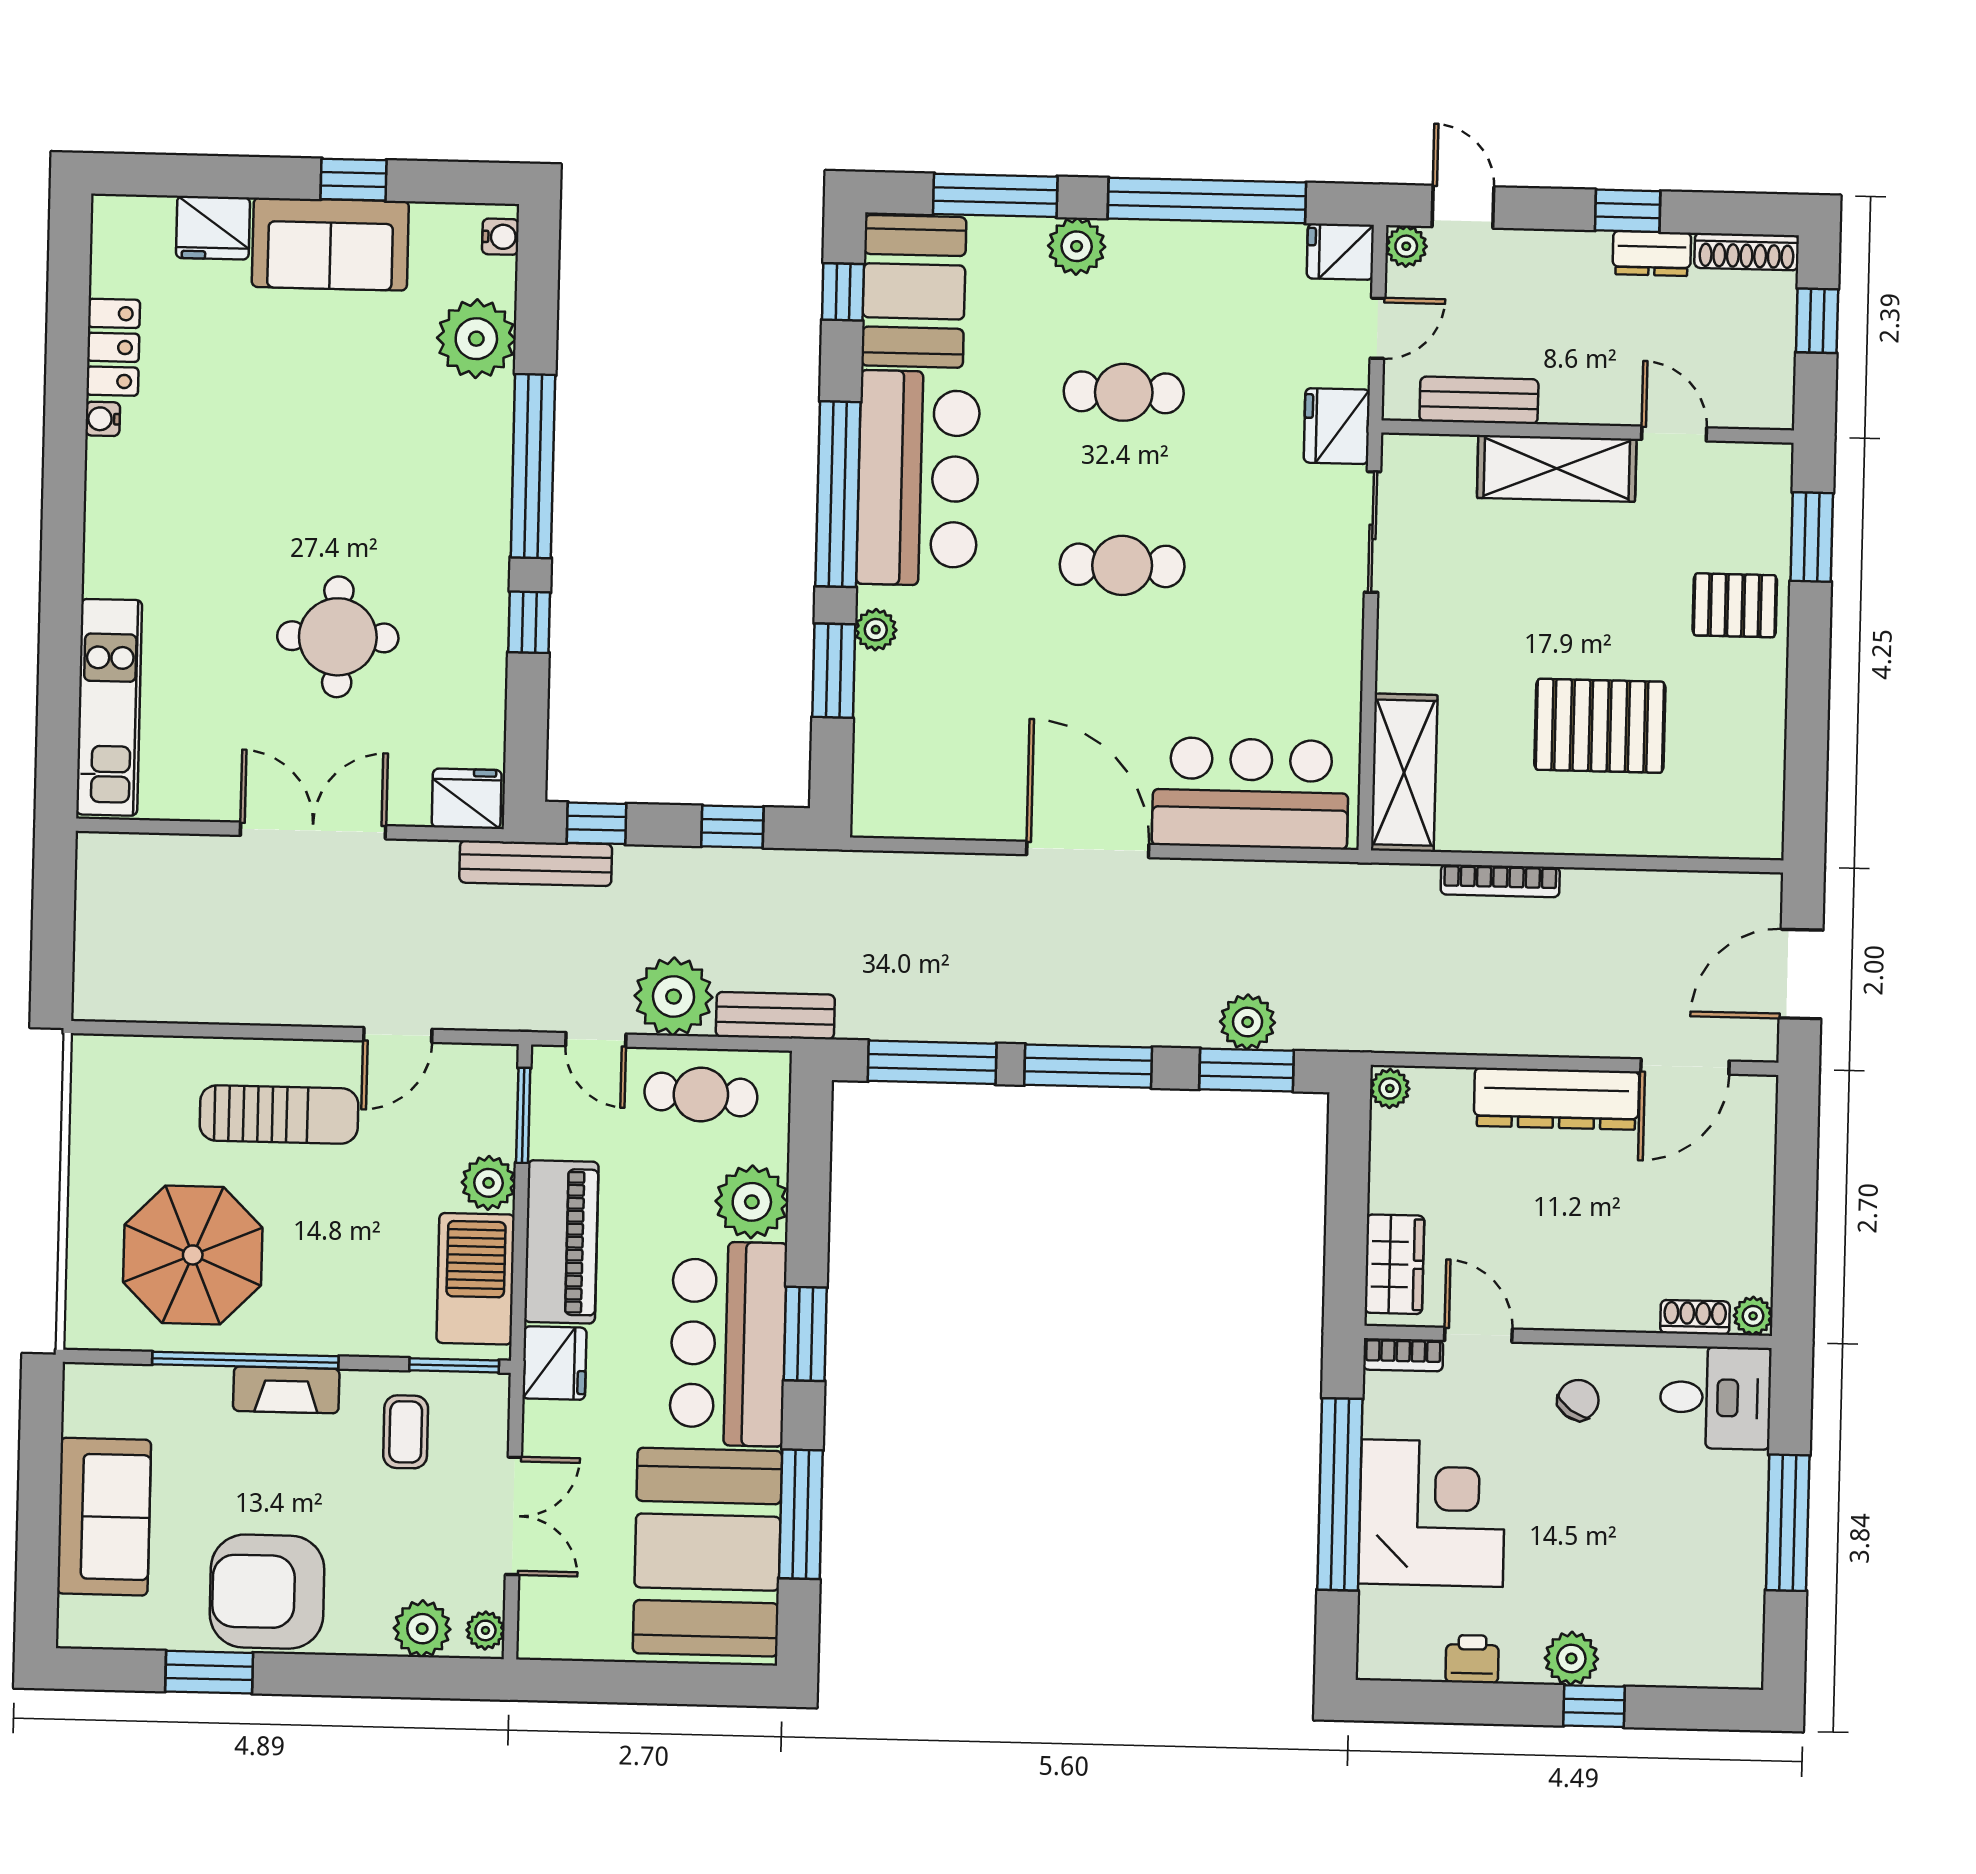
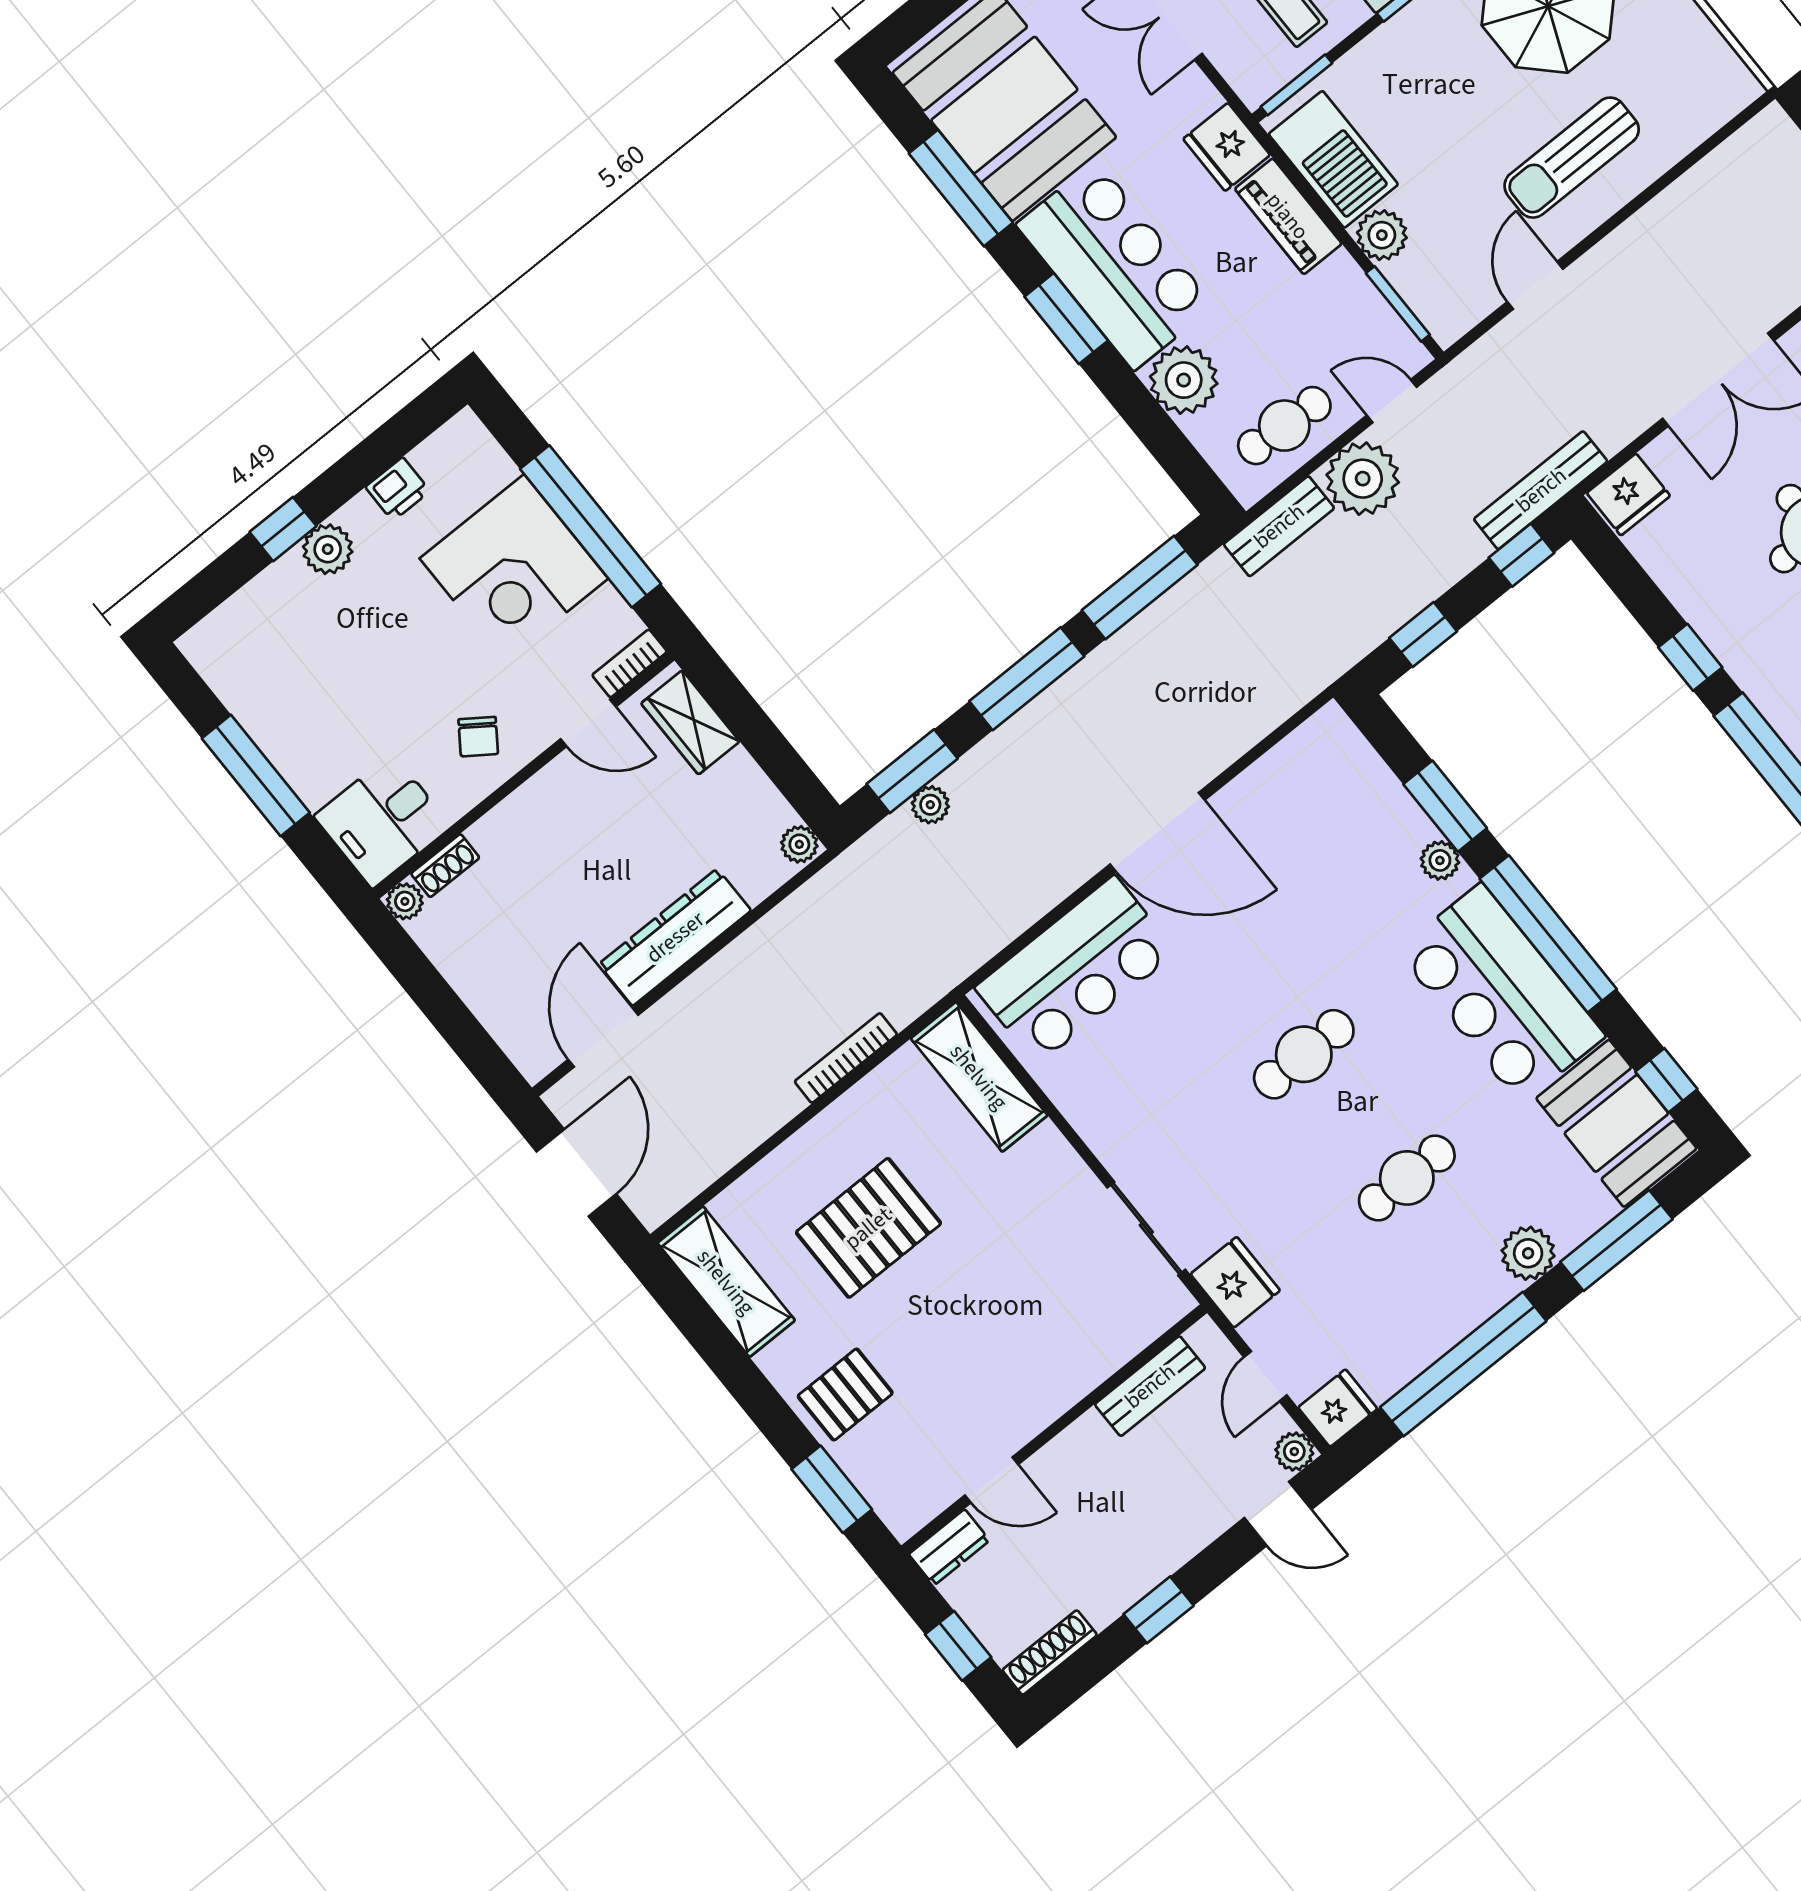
dresser: (1652, 253) -> (949, 1547), moved, turned 180
shelving: (1557, 468) -> (726, 1282), moved, turned 90
plant: (1248, 1022) -> (930, 805), width x0.73, depth x0.73
piano: (561, 1242) -> (1288, 216), width x0.73, depth x0.75

